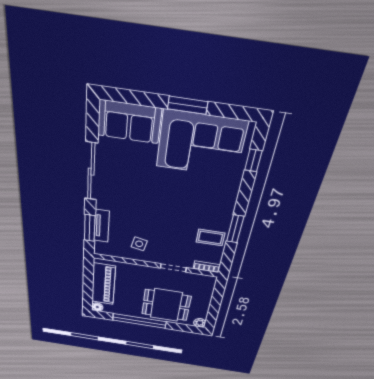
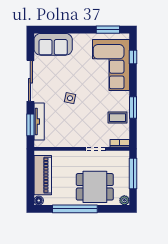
window: (188, 105) -> (108, 30), moved
corner sofa: (201, 144) -> (111, 65), moved, turned 90
tv unit: (102, 226) -> (39, 122), width x1.41
side table: (139, 244) -> (70, 98), moved
window: (216, 300) -> (133, 174), added

